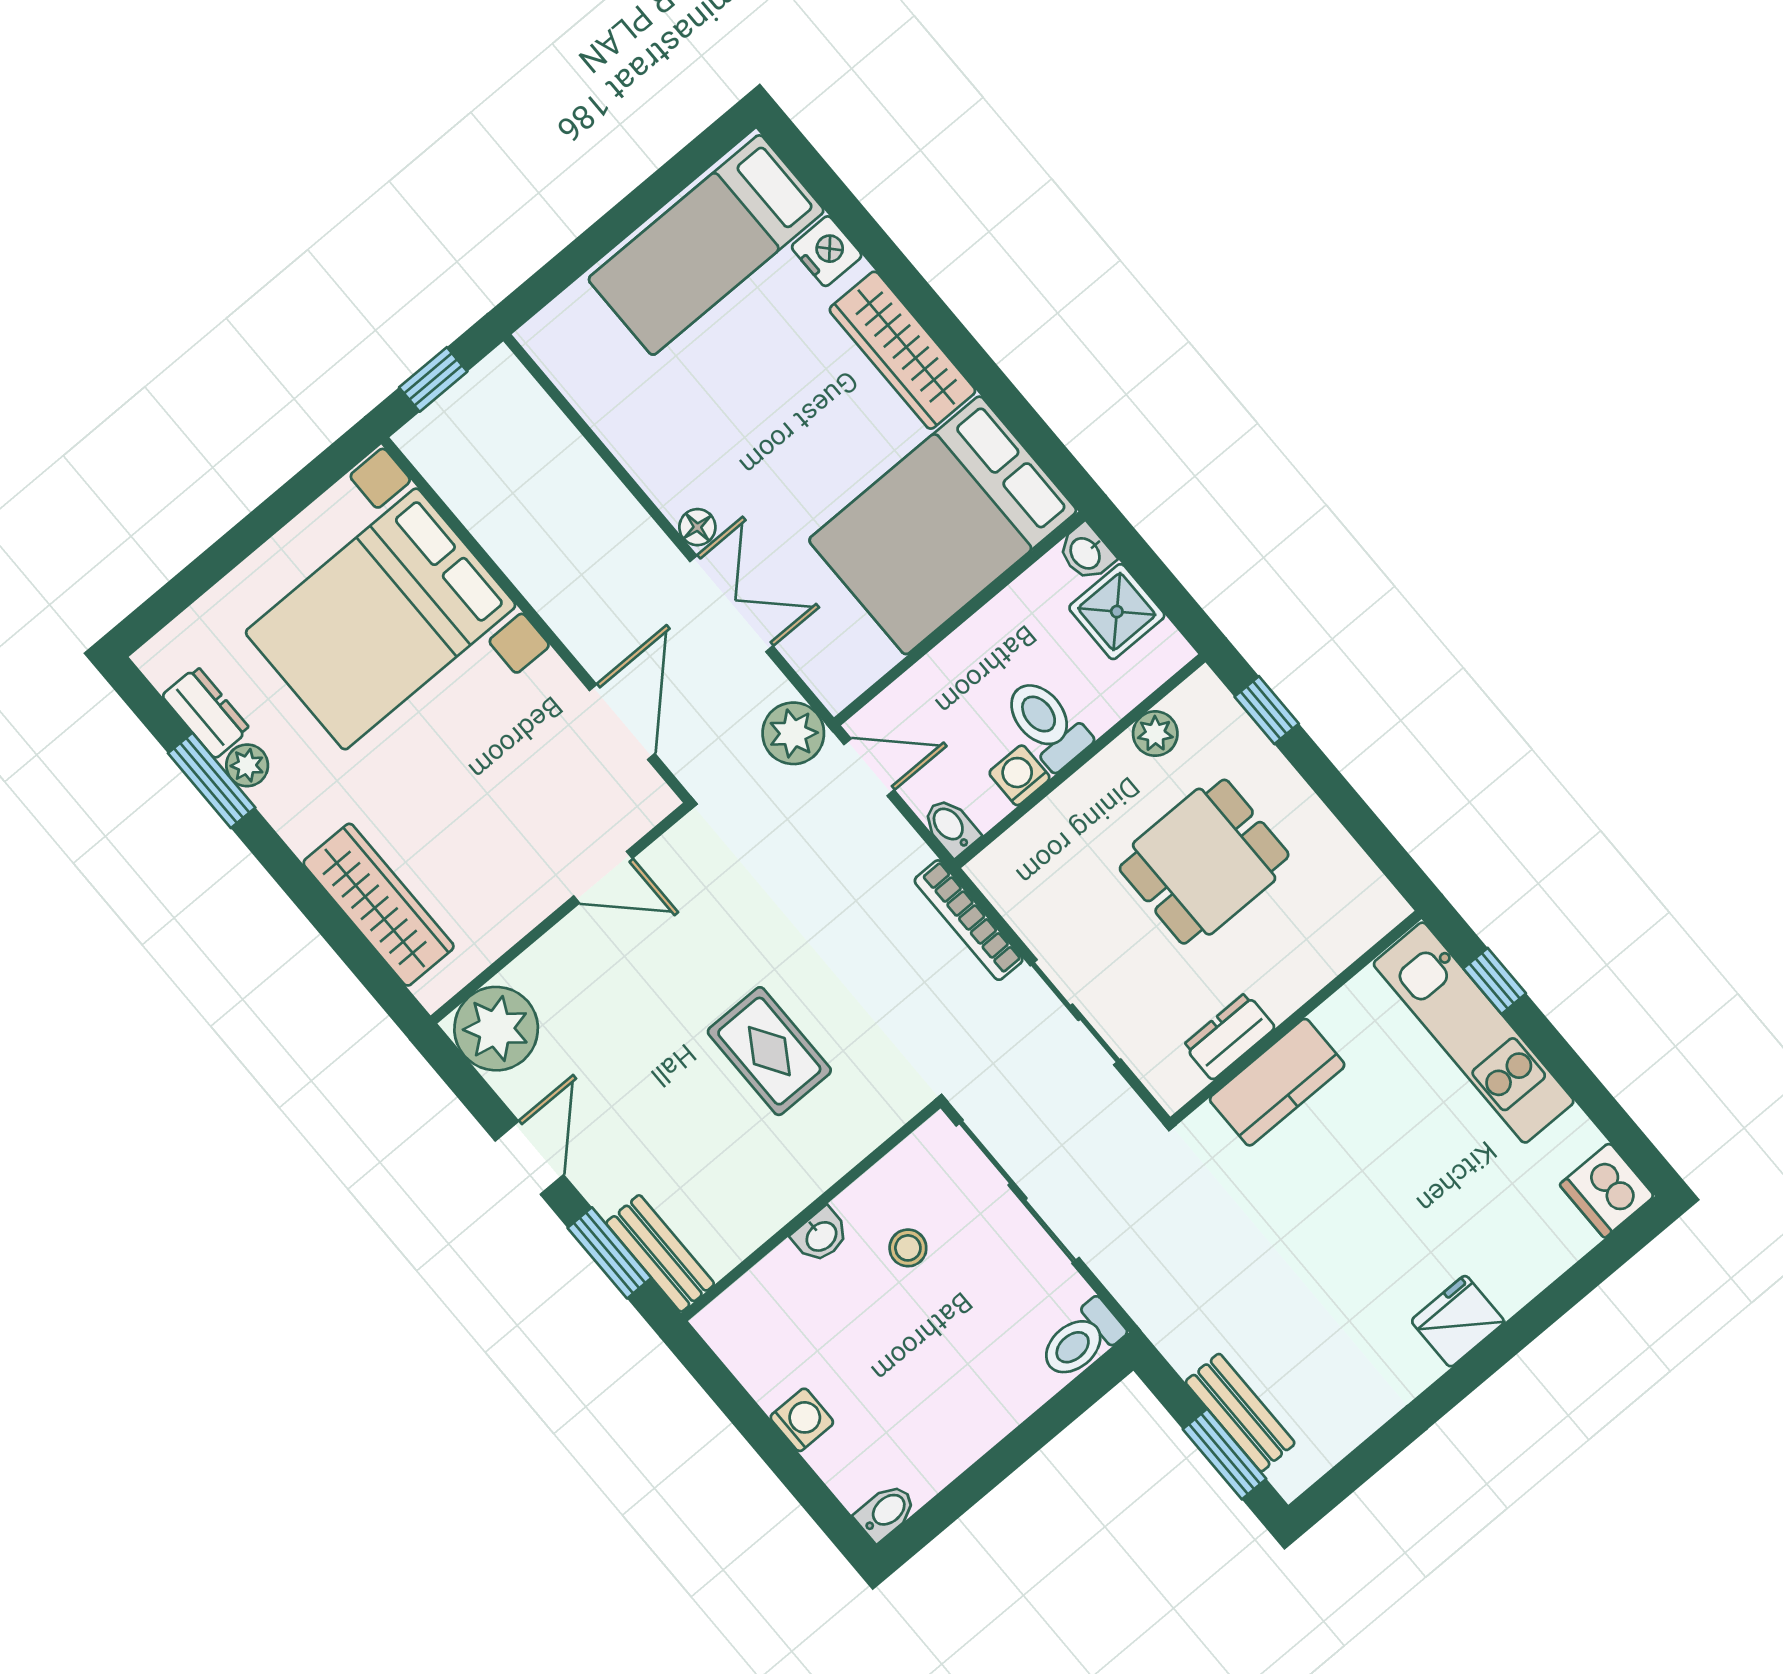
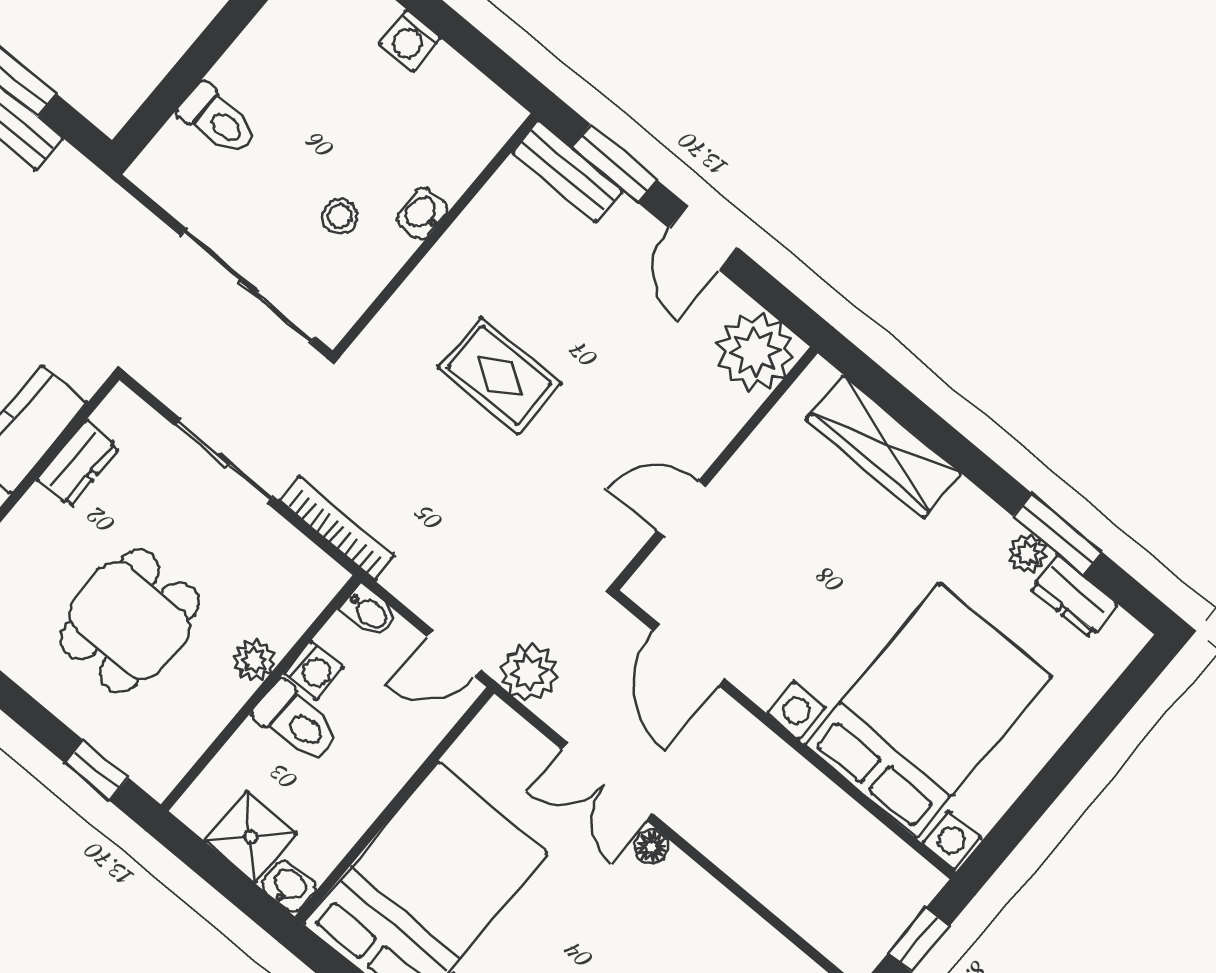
plant: (1155, 734) -> (254, 660), moved
toilet: (1081, 1340) -> (218, 120), moved, turned 90

